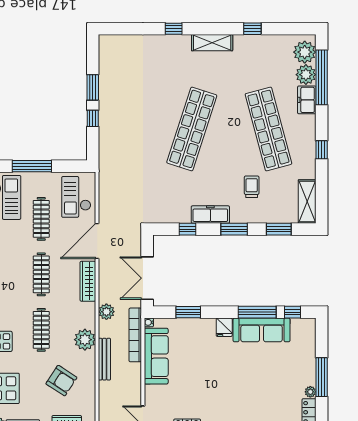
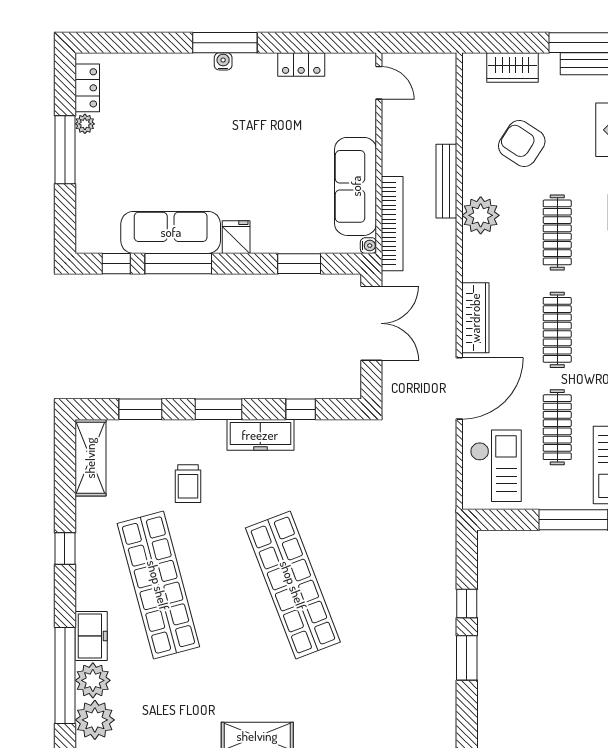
shop shelf: (192, 129) -> (293, 585), turned -39
plant: (106, 312) -> (443, 264), removed

